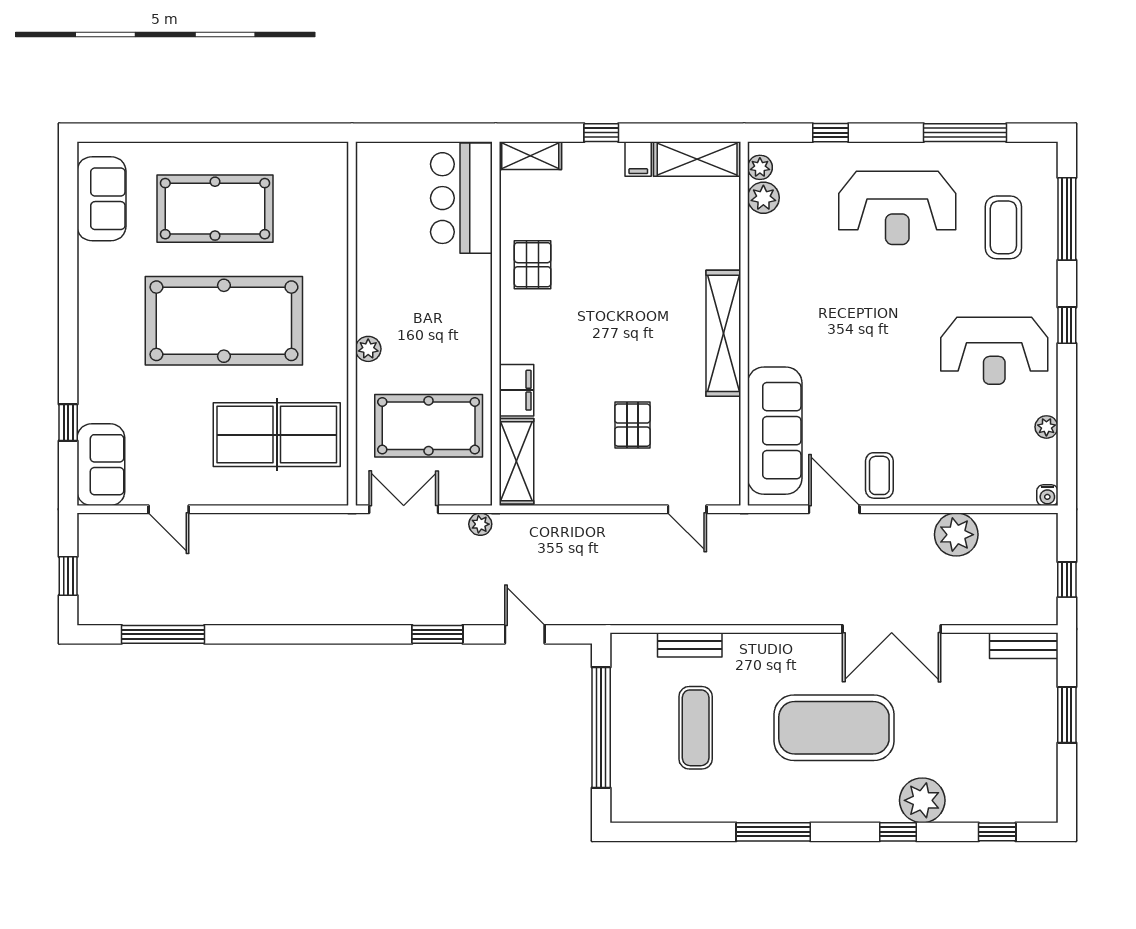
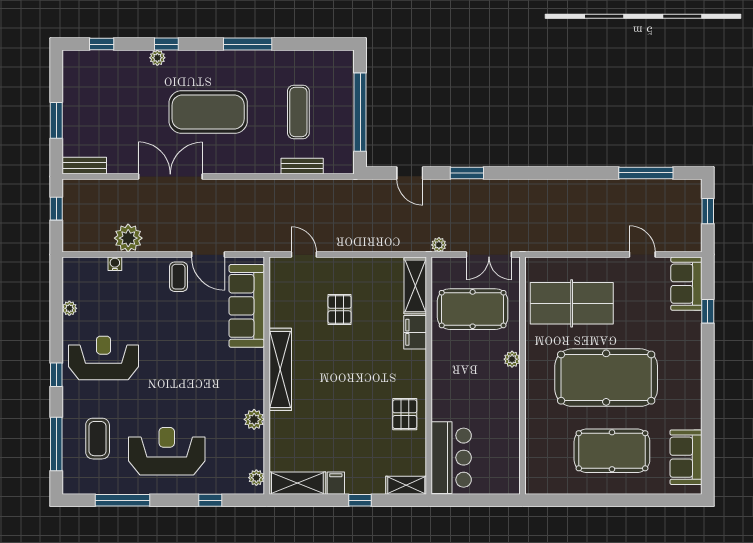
plant: (763, 198) -> (254, 419), moved
water cooler: (1047, 495) -> (115, 264), moved
plant: (922, 800) -> (157, 58), width x0.53, depth x0.53

